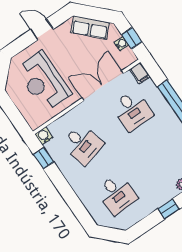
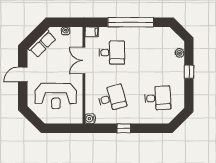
window: (132, 38) -> (67, 22), removed
double door: (103, 86) -> (84, 61), width x0.73
window: (44, 158) -> (124, 128), moved

